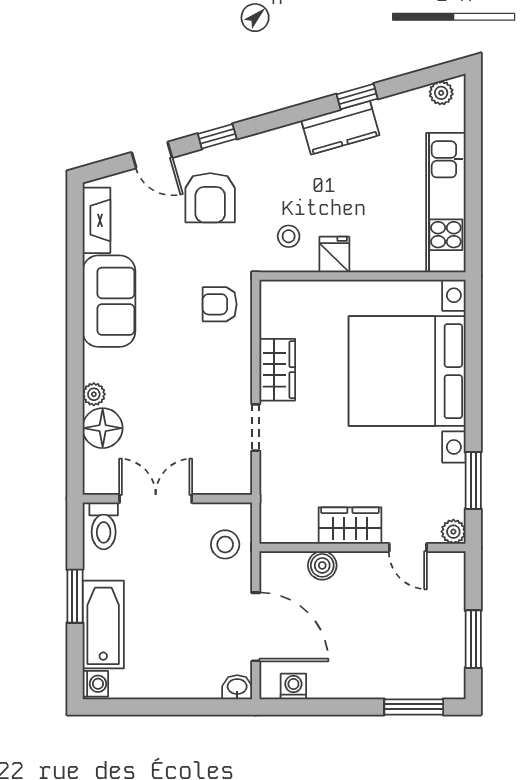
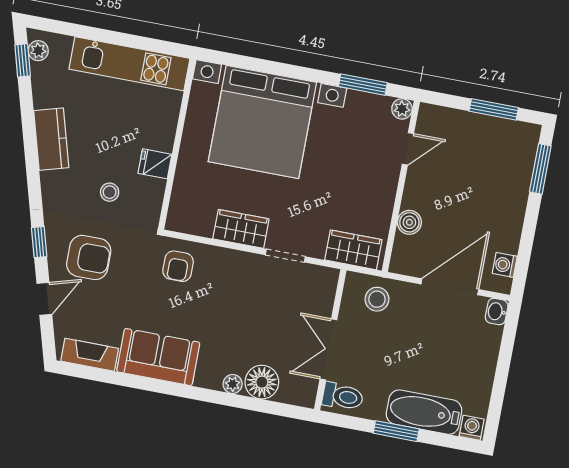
window: (357, 96) -> (23, 60), moved
stool: (289, 236) -> (110, 192), moved
wardrobe: (350, 526) -> (353, 250), moved, turned 90

